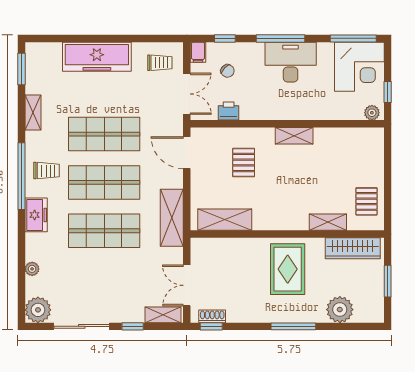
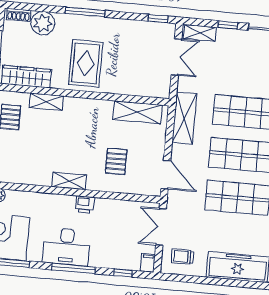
chair: (227, 71) -> (123, 244), removed
printer: (229, 111) -> (85, 205), moved
shoe rack: (212, 316) -> (19, 15), moved

